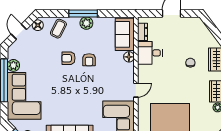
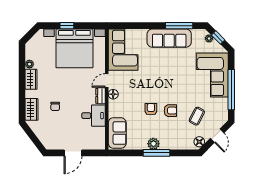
coffee table: (58, 29) -> (197, 116), moved
dresser: (142, 32) -> (101, 96), moved
floor lamp: (129, 57) -> (113, 94), moved
plant: (13, 65) -> (222, 104), removed

